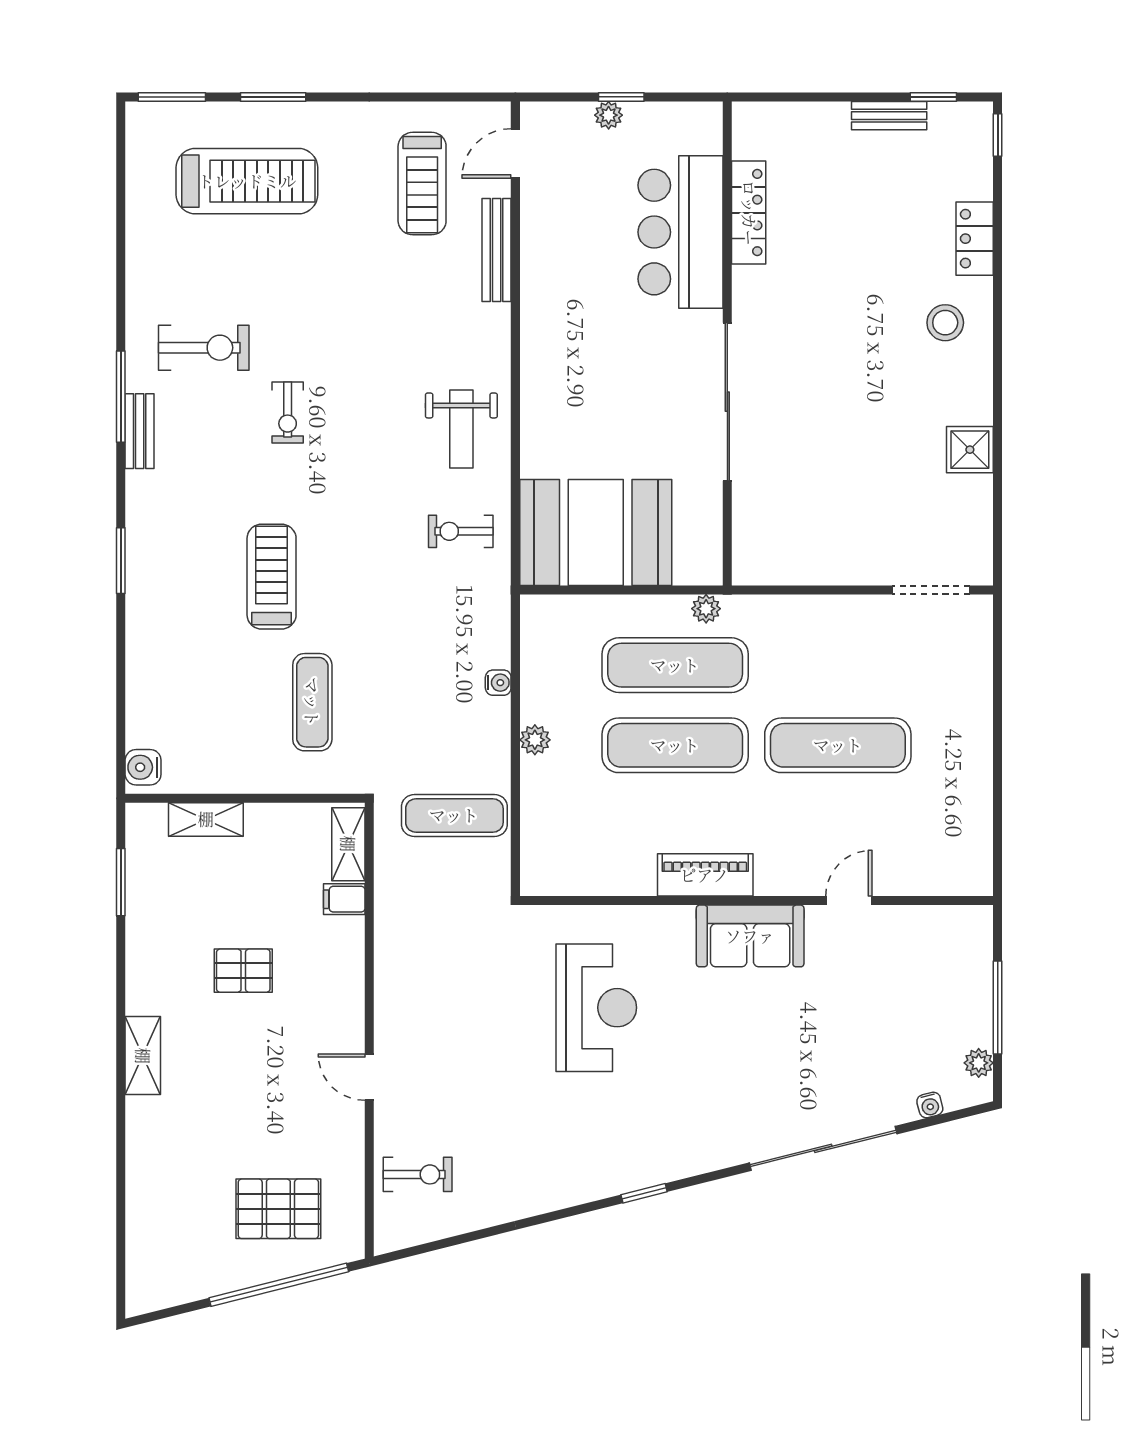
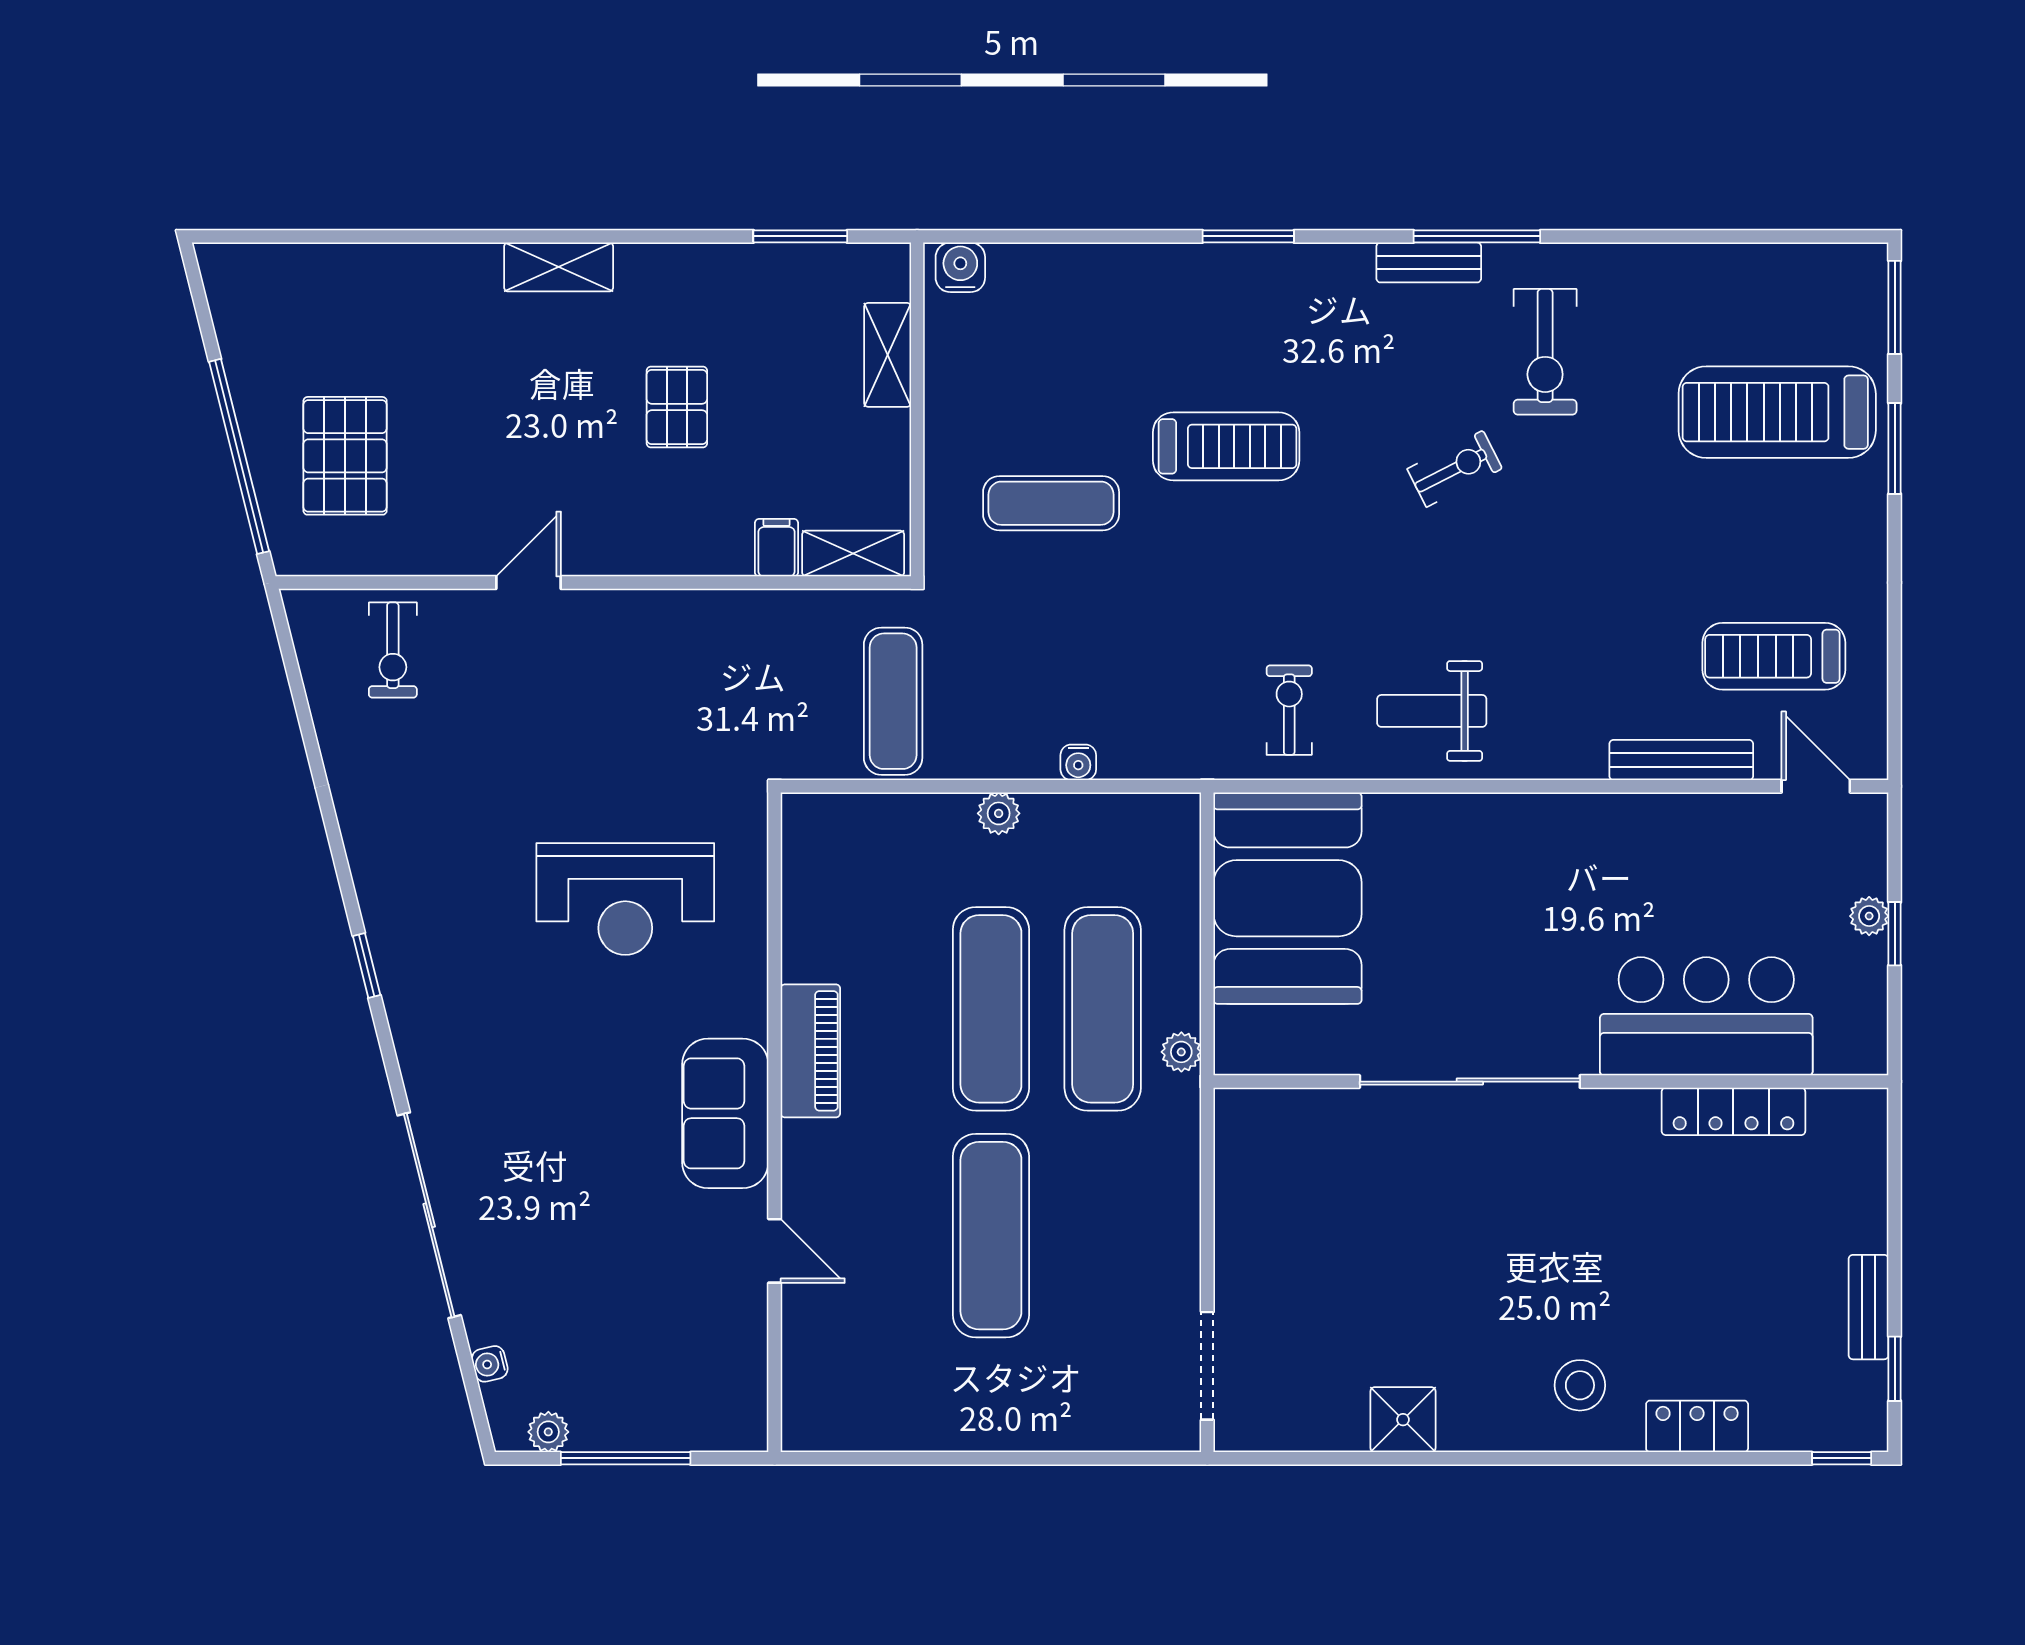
treadmill: (247, 181) -> (1777, 412), turned 90
exercise bike: (288, 413) -> (1455, 469), turned 153

